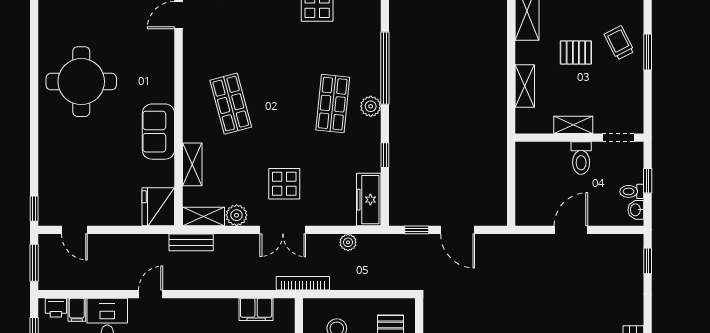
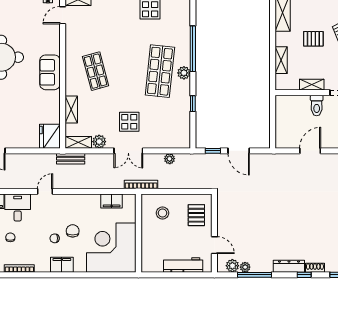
shop shelf: (333, 104) -> (160, 71), width x1.43, depth x1.36
sofa: (158, 132) -> (50, 72), moved
freezer: (369, 200) -> (183, 132), removed

